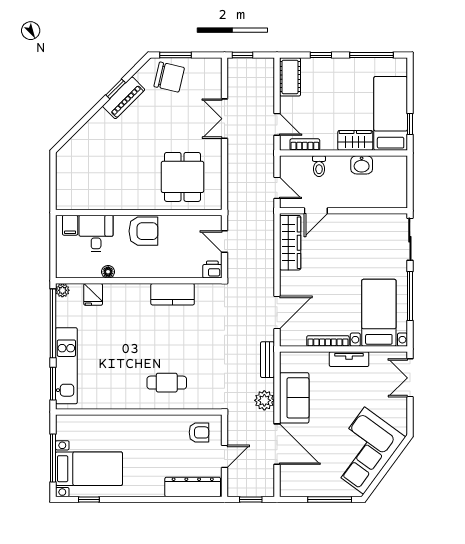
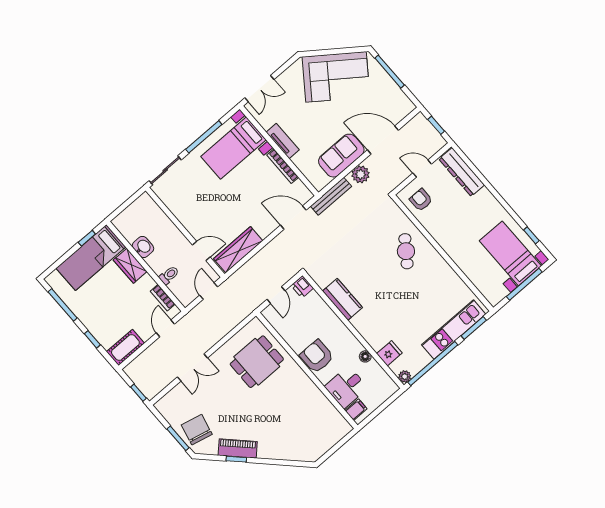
bench: (267, 360) -> (331, 196), width x1.36
cafe table: (167, 383) -> (406, 251), turned 36
door: (277, 444) -> (383, 140), hinge flipped

